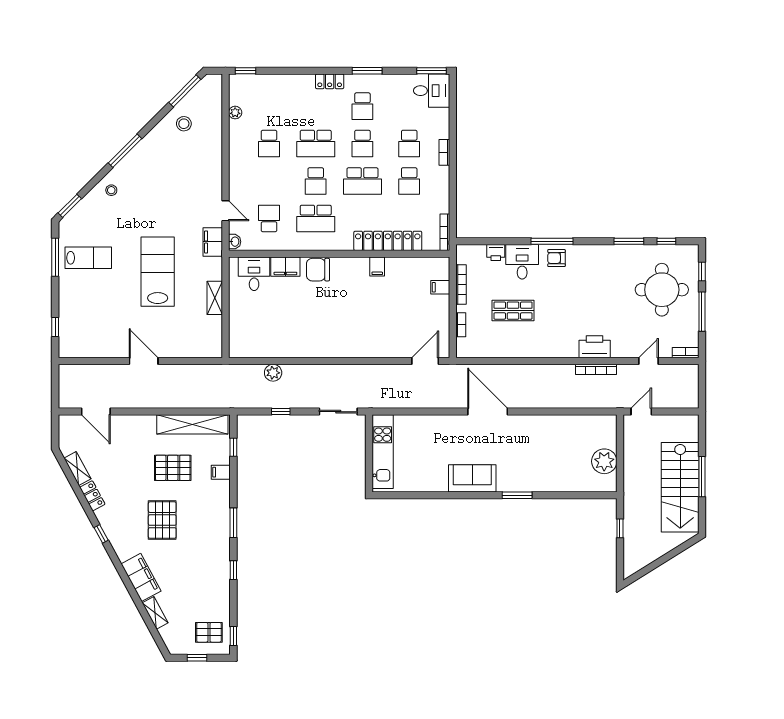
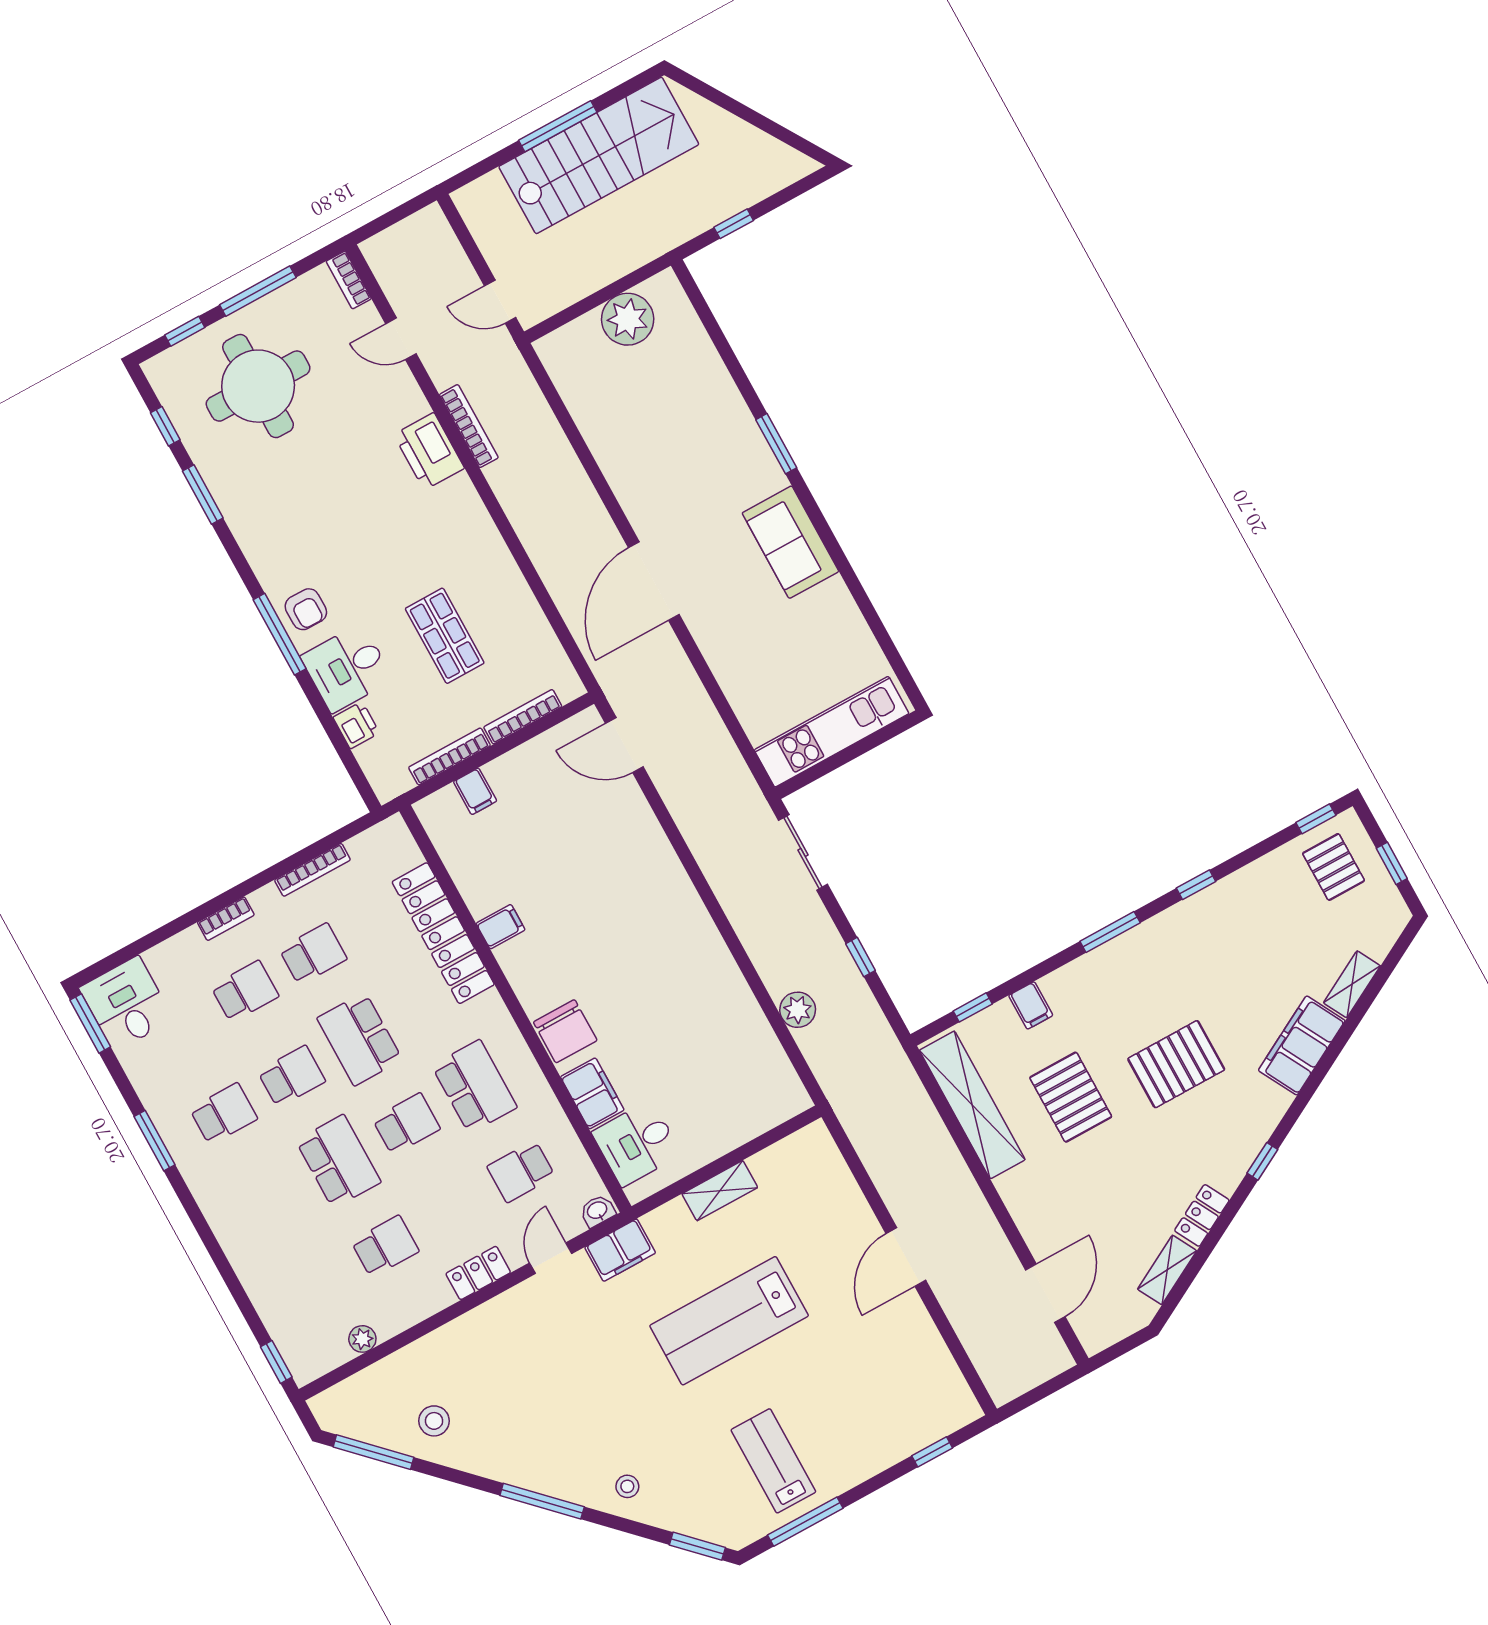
locker: (330, 81) -> (478, 1273), moved, turned -90
school desk: (362, 181) -> (360, 1039), turned 180
bookcase: (445, 232) -> (312, 870), moved
bookcase: (461, 325) -> (523, 717), width x1.56

